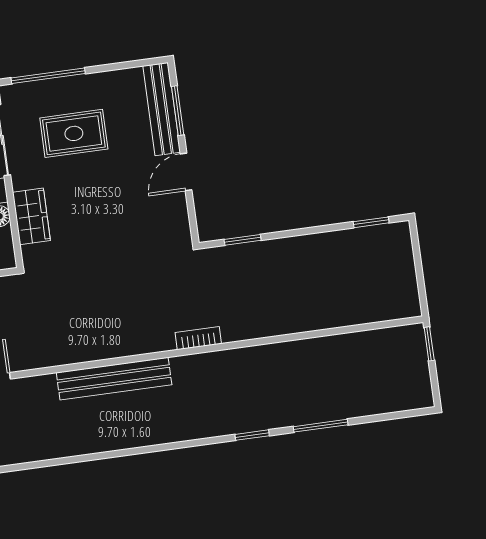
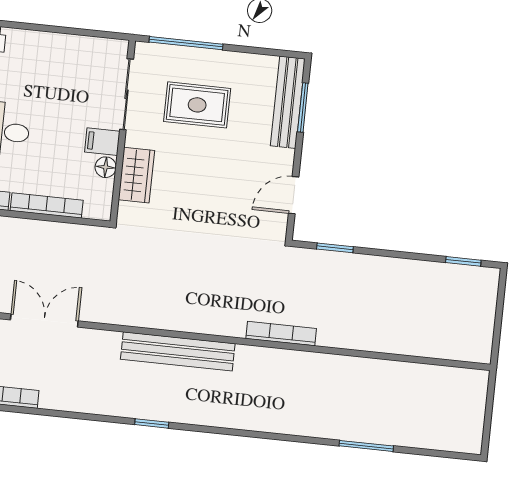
door: (186, 172) -> (294, 195), moved
bookcase: (198, 338) -> (281, 334), width x1.56
window: (429, 344) -> (491, 393), removed
window: (252, 435) -> (152, 423), moved

